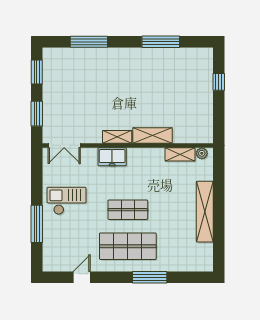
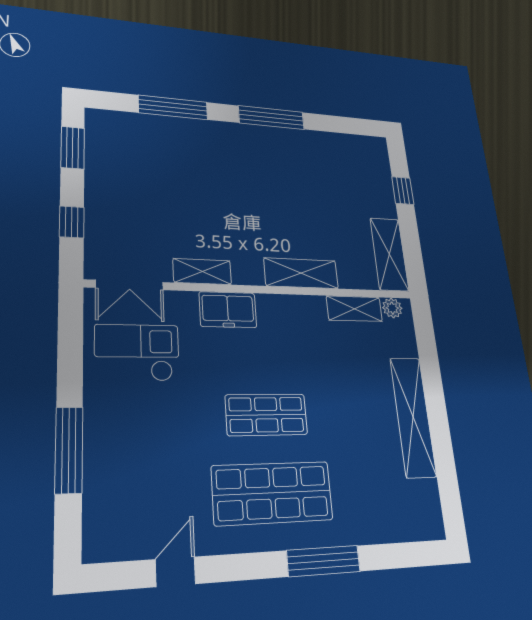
window: (161, 42) -> (271, 118), moved
window: (37, 114) -> (72, 222), width x0.67
shelving: (205, 122) -> (389, 254), added
shelving: (117, 137) -> (202, 271), moved
checkout: (67, 201) -> (137, 353), moved

